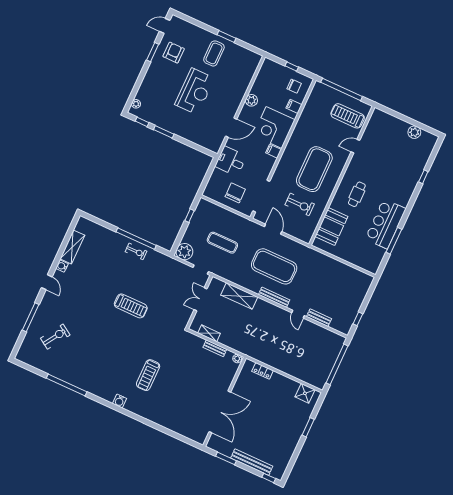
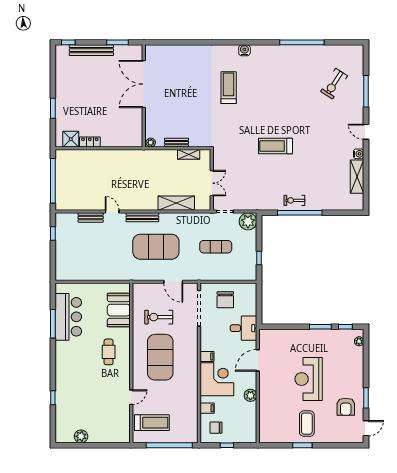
bar counter: (385, 224) -> (68, 317), moved
locker: (263, 371) -> (90, 142), moved

